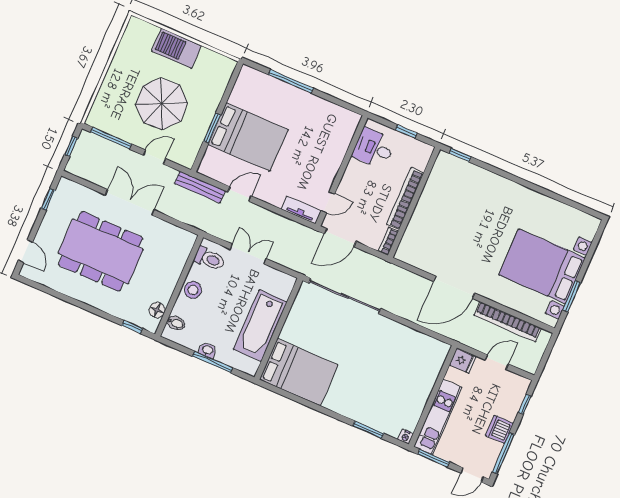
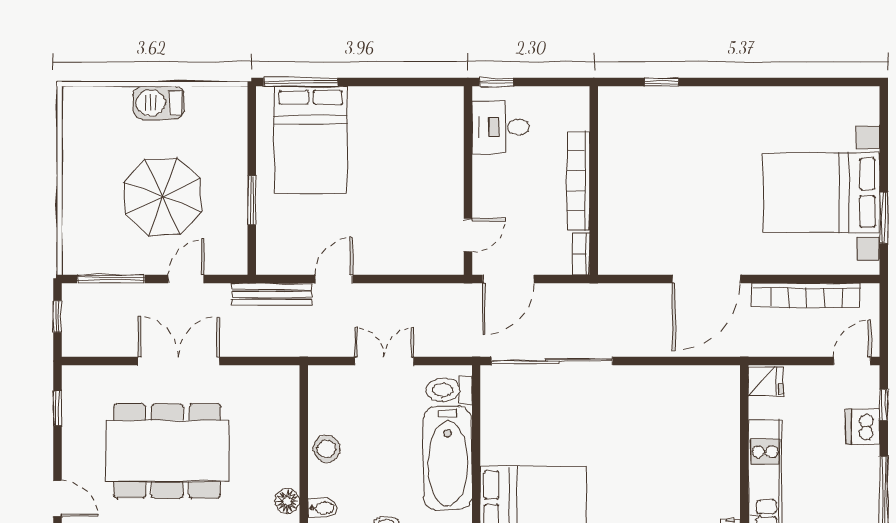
barbecue: (177, 48) -> (159, 103), width x0.73, depth x0.83
window: (291, 81) -> (301, 82), moved
window: (406, 132) -> (496, 82), moved
bed: (248, 137) -> (311, 140), moved, turned 90
window: (460, 155) -> (662, 82), moved
tv unit: (301, 210) -> (434, 263), removed
toilet: (209, 259) -> (449, 390), moved, turned 180
door: (497, 362) -> (852, 361), moved
dishwasher: (499, 429) -> (863, 427), moved

